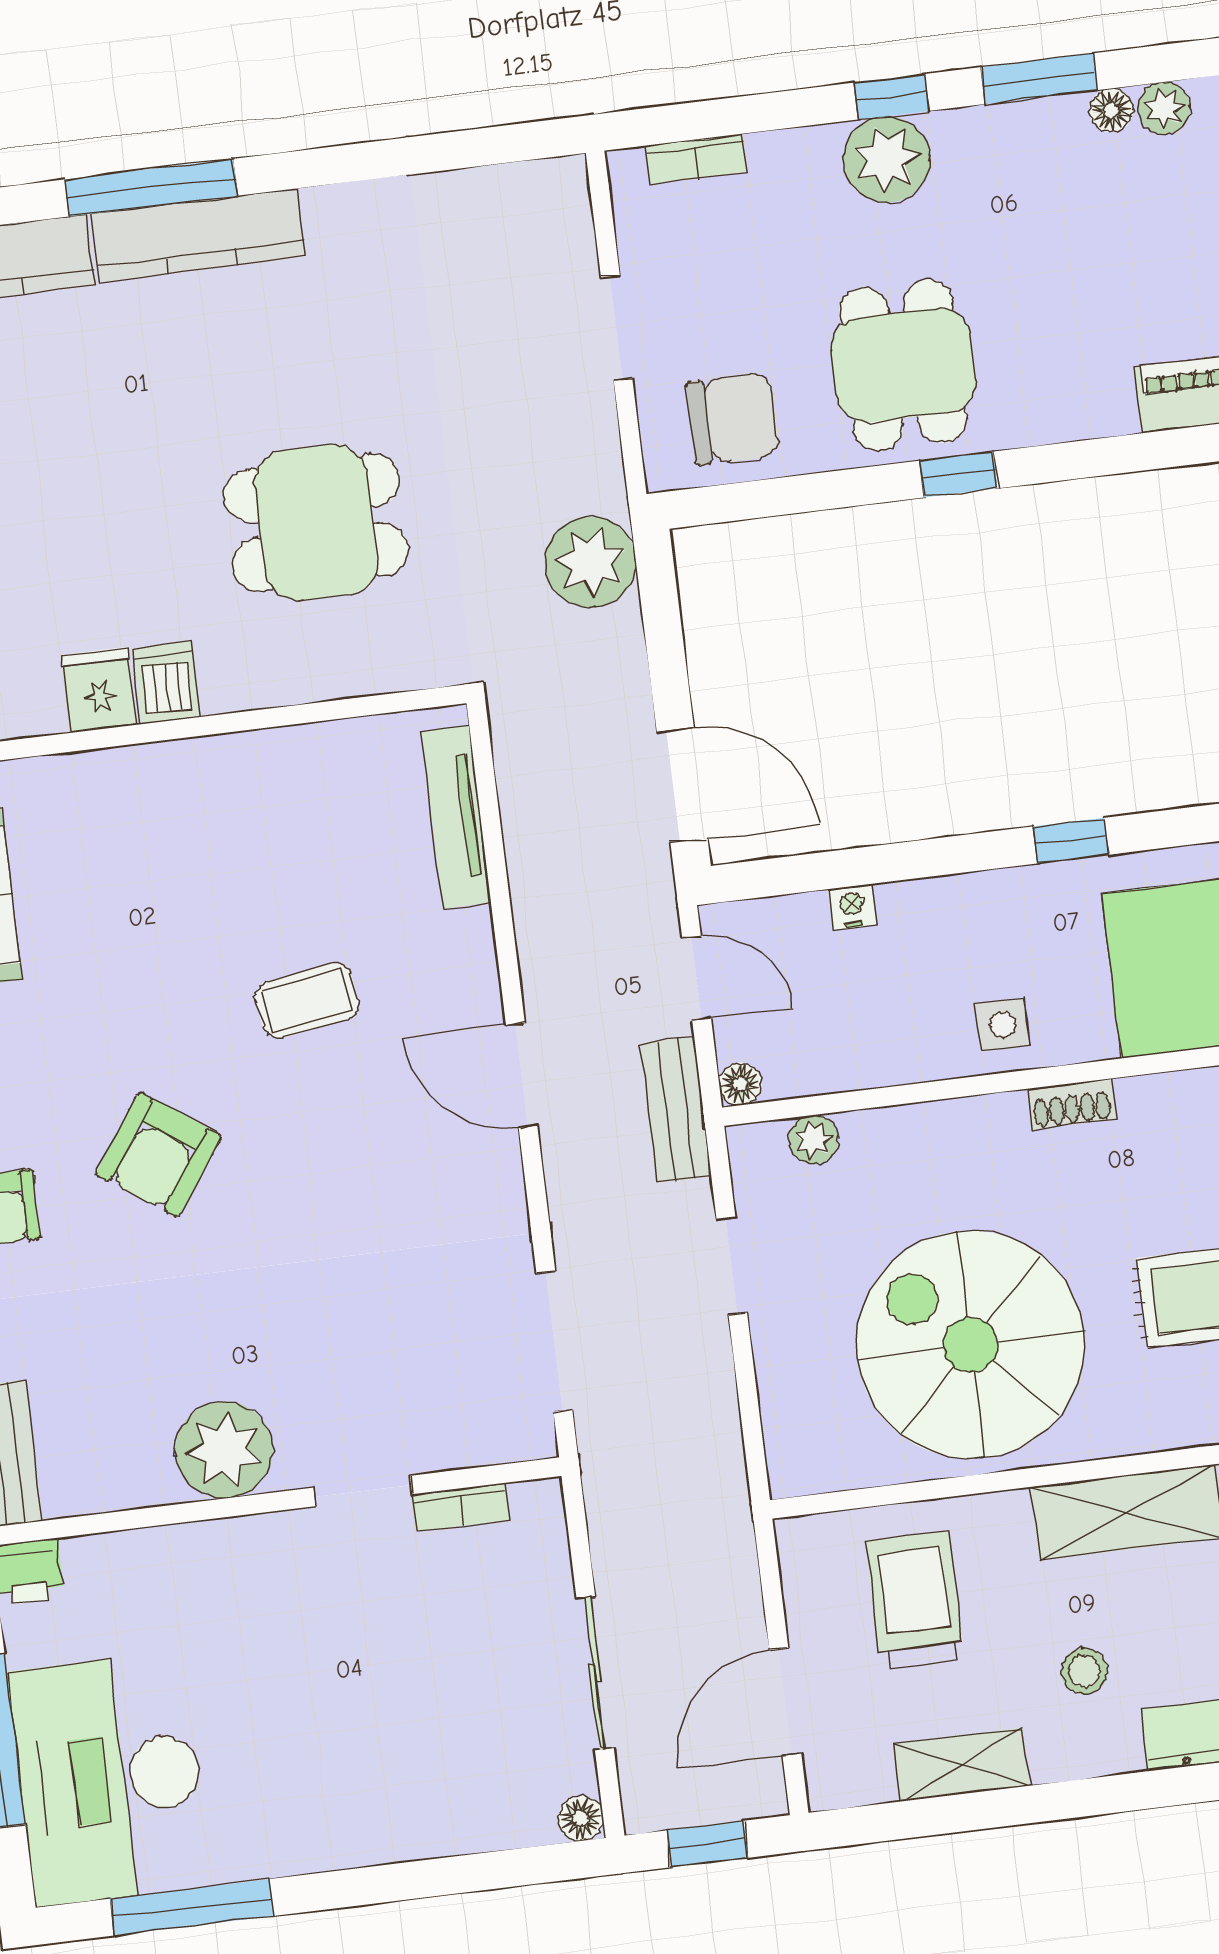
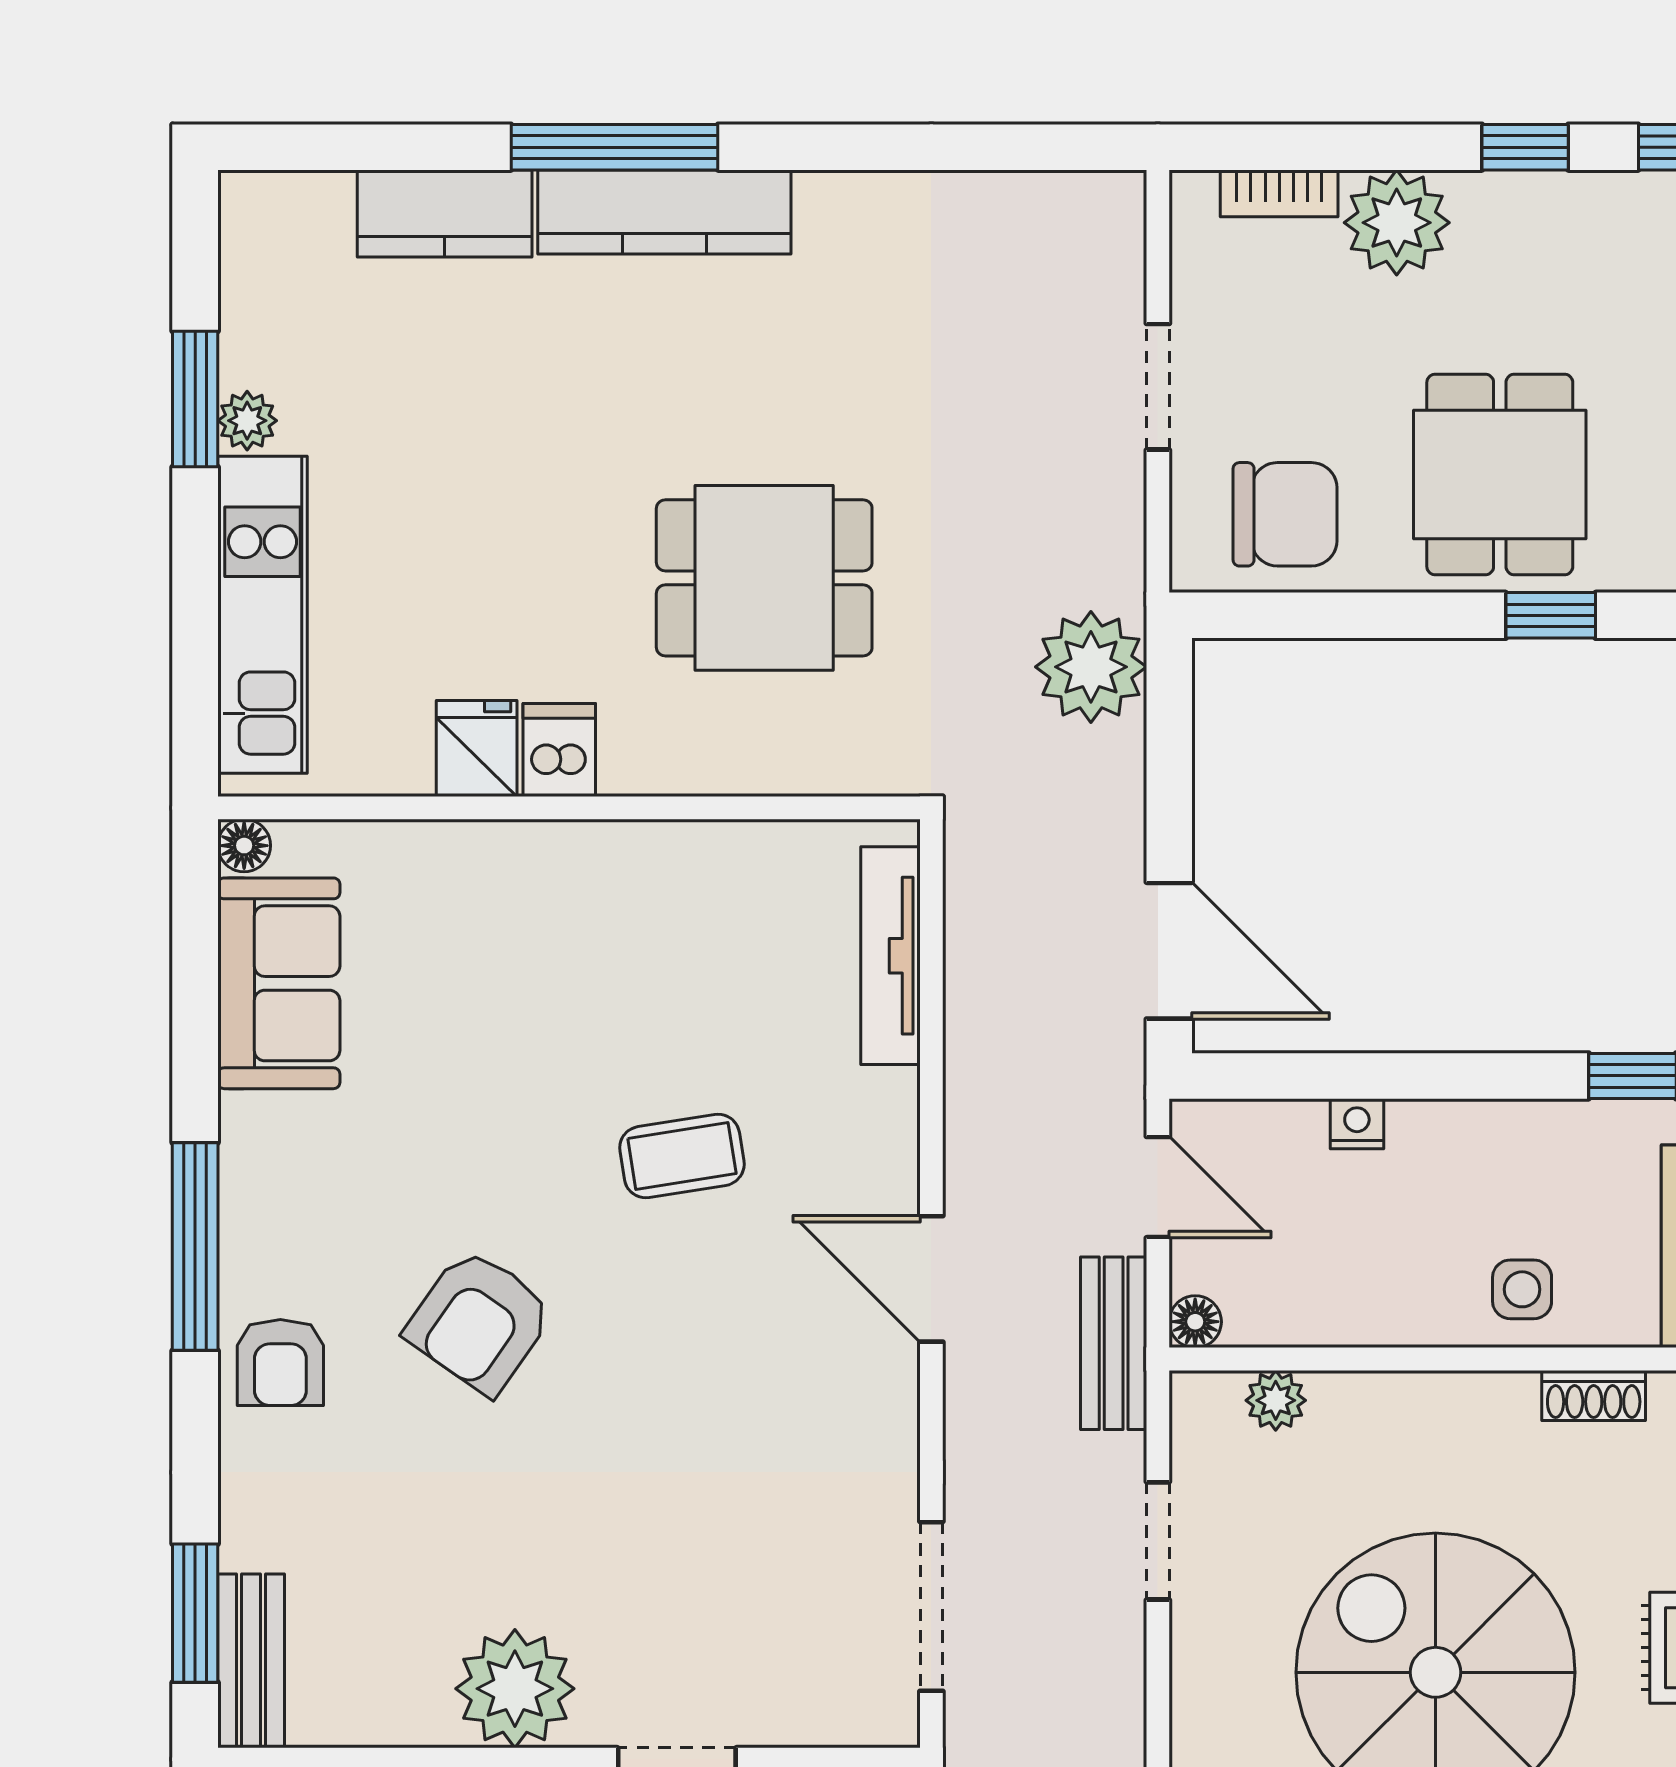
plant: (887, 159) -> (1397, 223), moved

